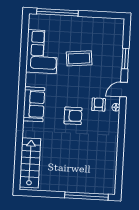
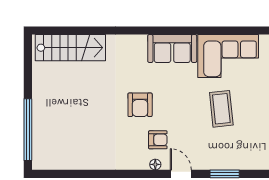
sofa: (34, 104) -> (172, 49), moved

